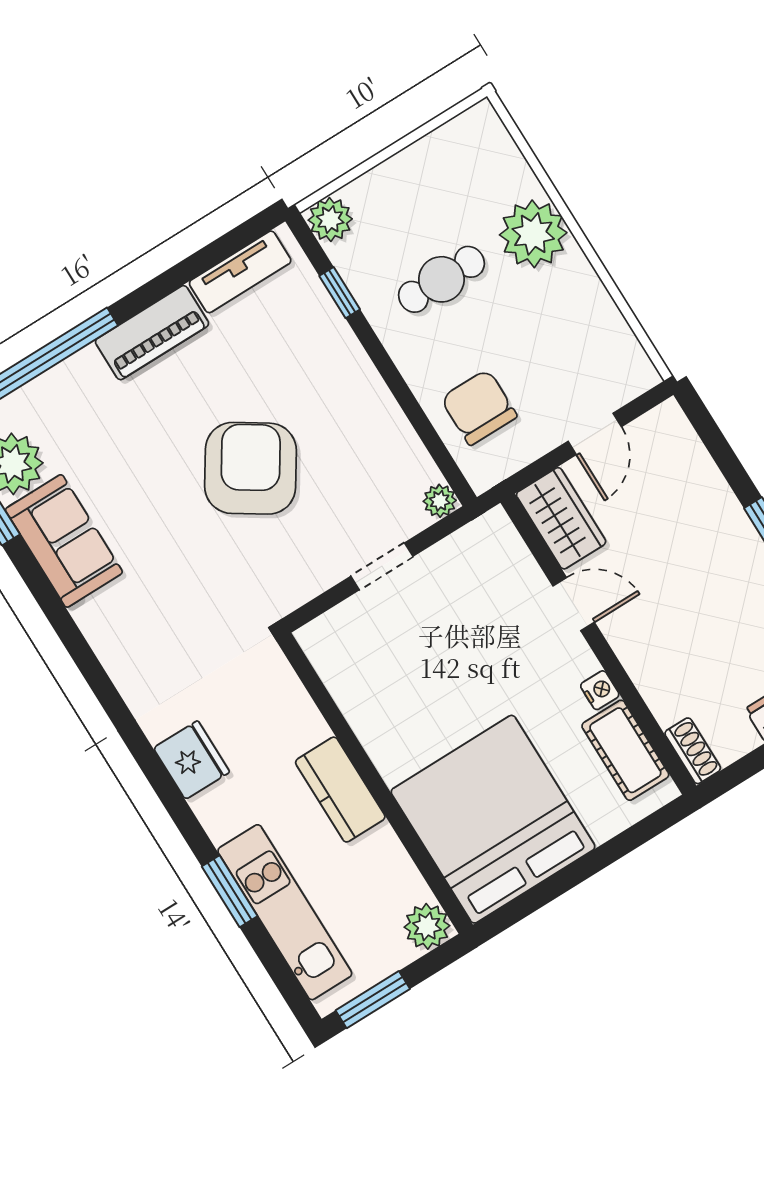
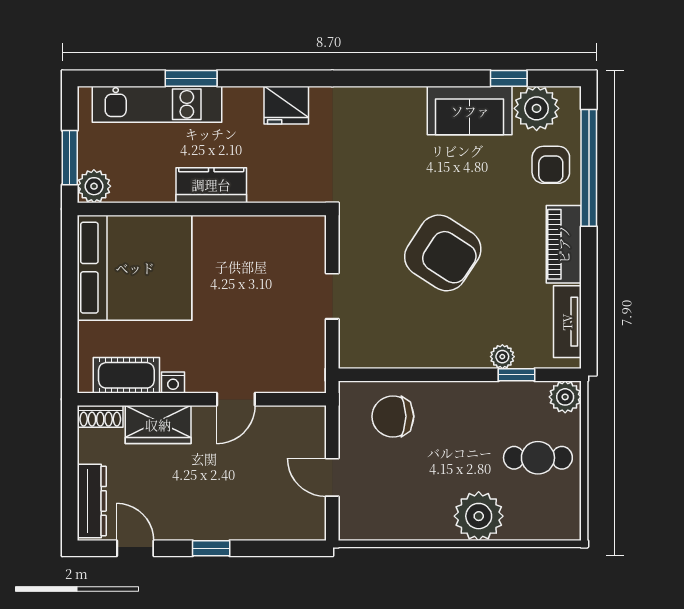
cafe table: (441, 279) -> (538, 458), moved, turned 90
armchair: (68, 406) -> (551, 165), added
chair: (479, 407) -> (393, 416), turned 180
plant: (440, 501) -> (502, 357), moved
wardrobe: (561, 518) -> (158, 425), moved
window: (373, 1000) -> (70, 158), moved

